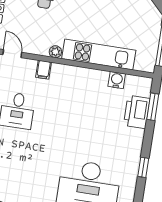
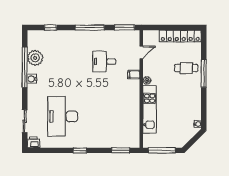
water cooler: (117, 80) -> (135, 124), removed
printer: (137, 112) -> (116, 140), removed

